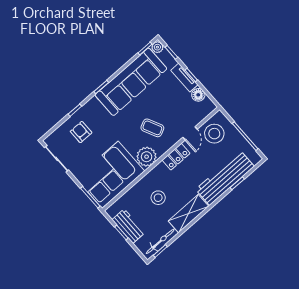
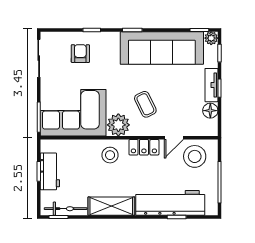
stool: (158, 198) -> (110, 155), moved

